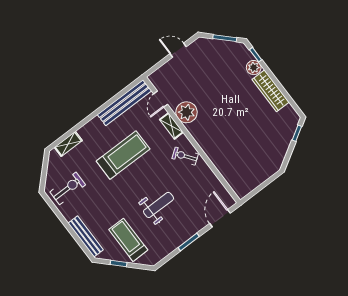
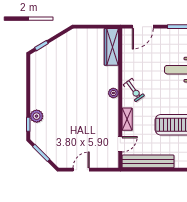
door: (178, 50) -> (81, 170), swing flipped
wardrobe: (271, 91) -> (111, 47), moved, turned 180
plant: (187, 112) -> (113, 93), moved, width x0.53, depth x0.53

